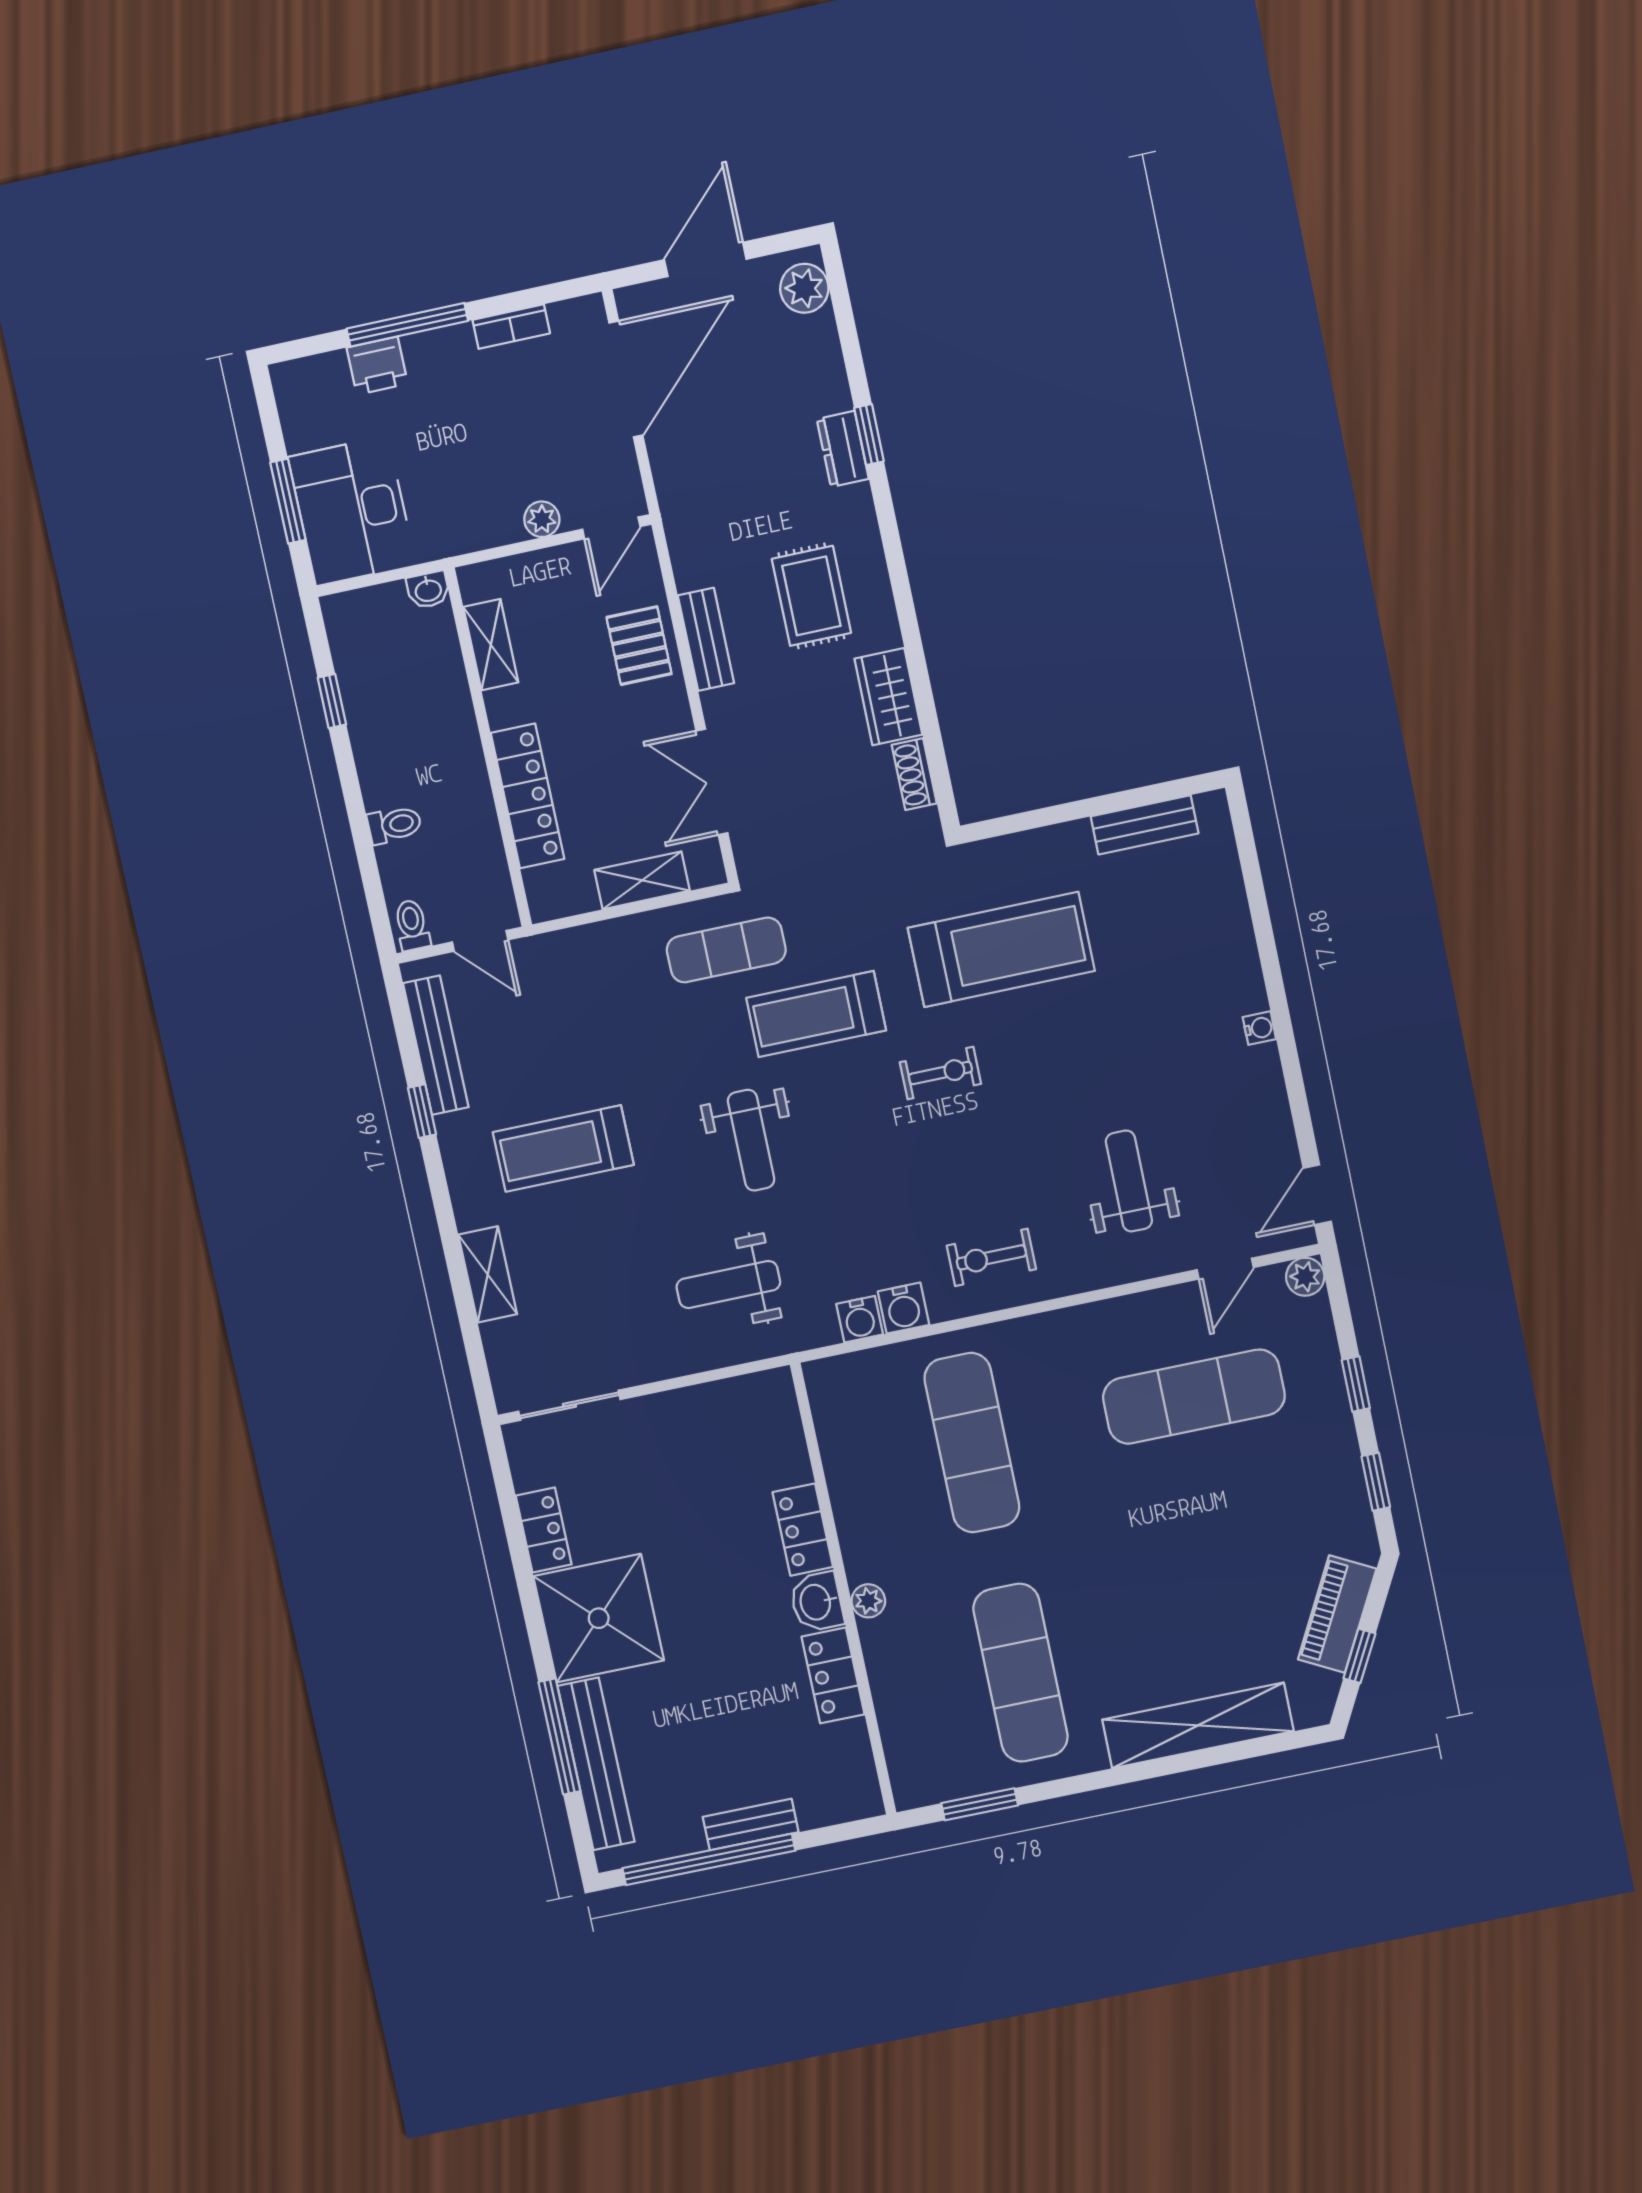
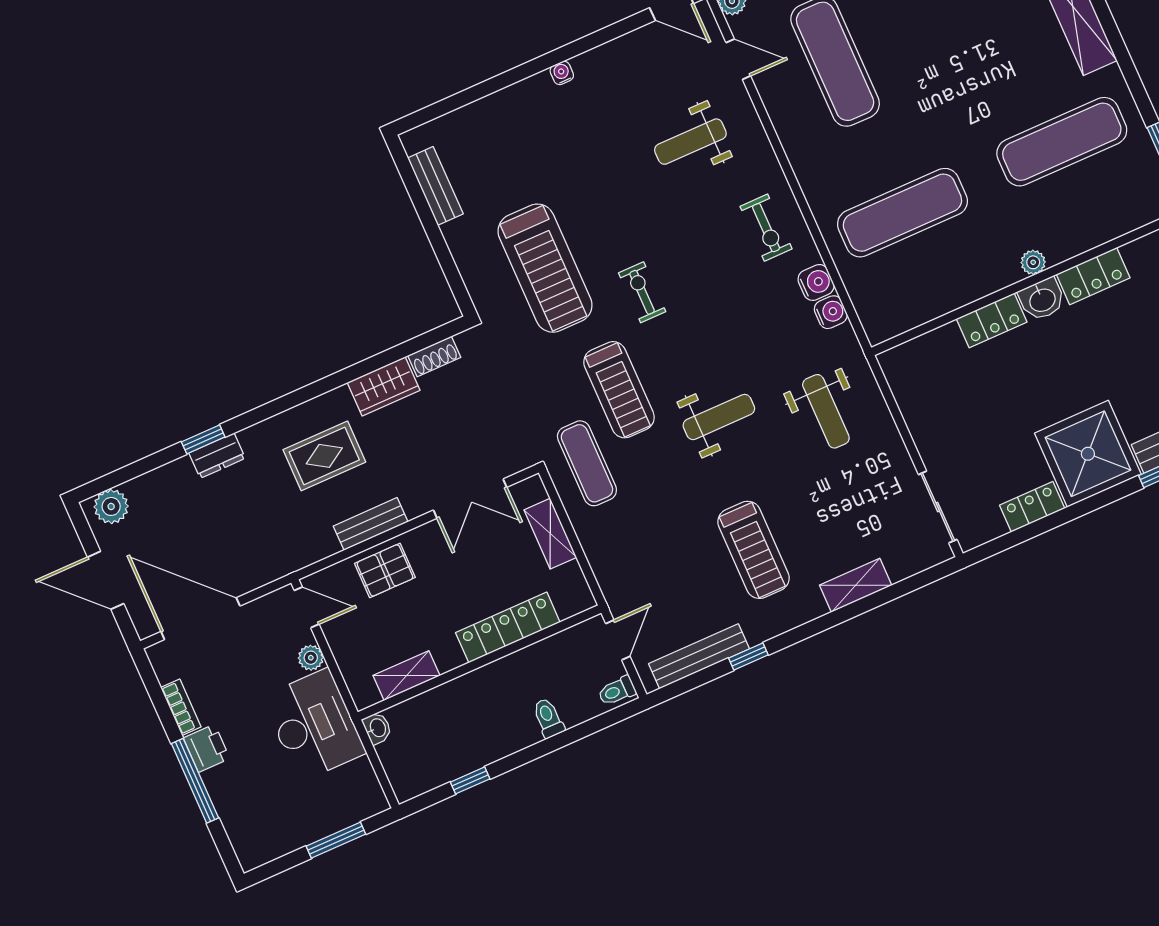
printer: (377, 366) -> (207, 748), moved
desk: (352, 511) -> (314, 725), moved, turned -90
treadmill: (1001, 949) -> (545, 268), turned 180

